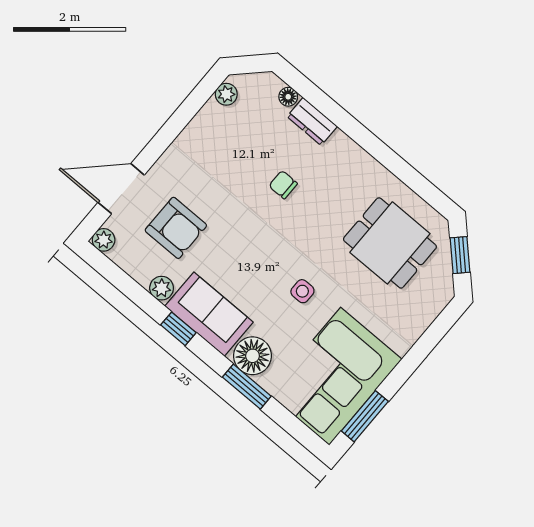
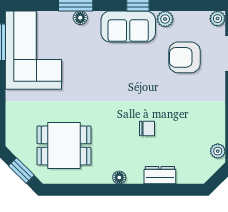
floor lamp: (288, 97) -> (119, 177), moved
side table: (302, 291) -> (89, 81), removed
floor lamp: (252, 356) -> (80, 18), width x0.53, depth x0.53

